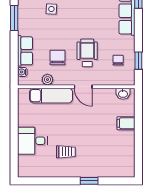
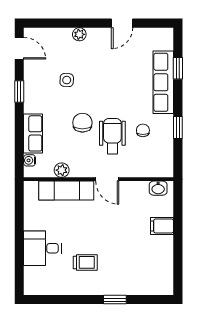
window: (14, 18) -> (19, 92), width x0.67
chair: (57, 57) -> (82, 123), moved
chair: (118, 60) -> (143, 130), moved
window: (138, 61) -> (178, 127), moved

